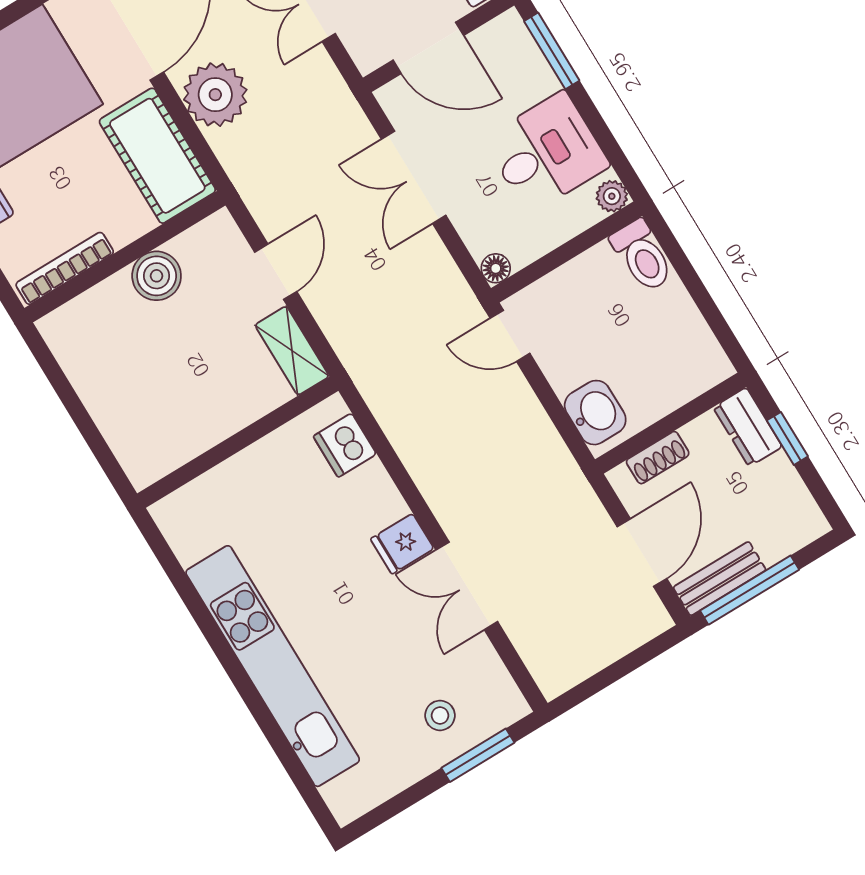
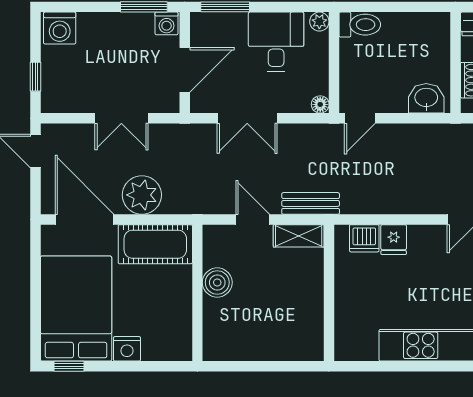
bookcase: (65, 268) -> (184, 328), removed
bench: (348, 340) -> (311, 203), added
fridge: (402, 544) -> (394, 240), moved

